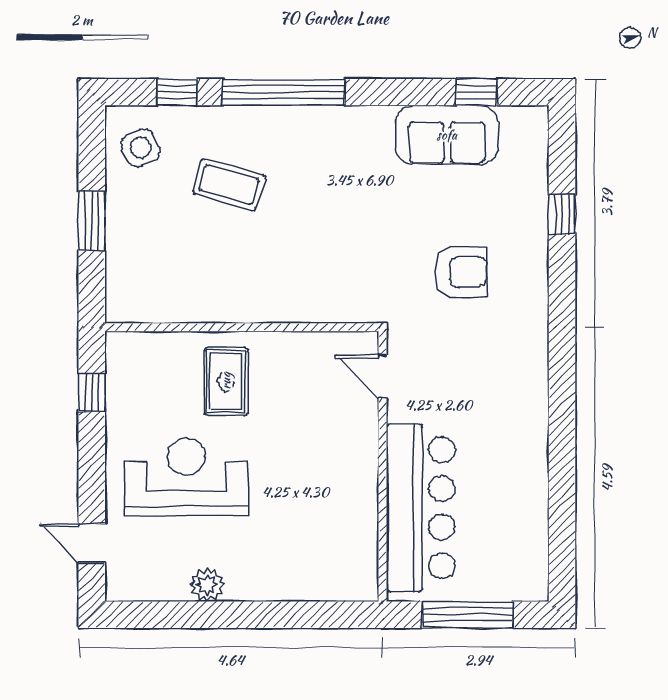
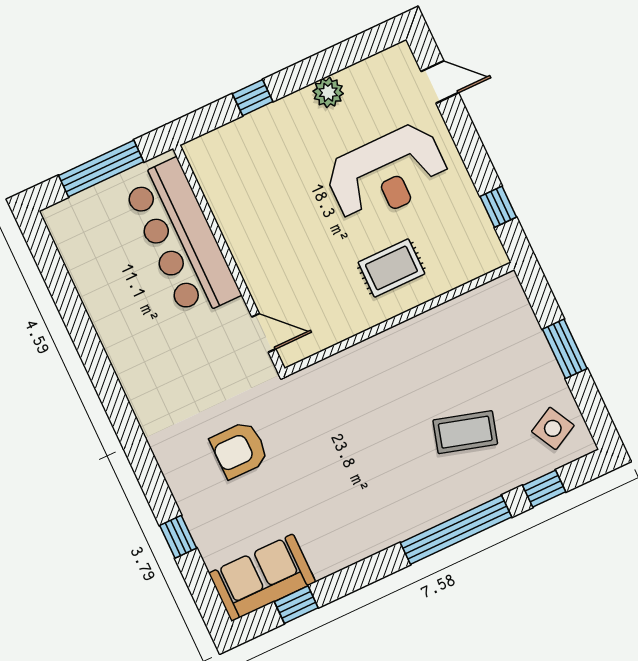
sofa: (447, 135) -> (262, 578), moved
rug: (226, 381) -> (391, 268), turned 90
window: (284, 615) -> (253, 98), added

